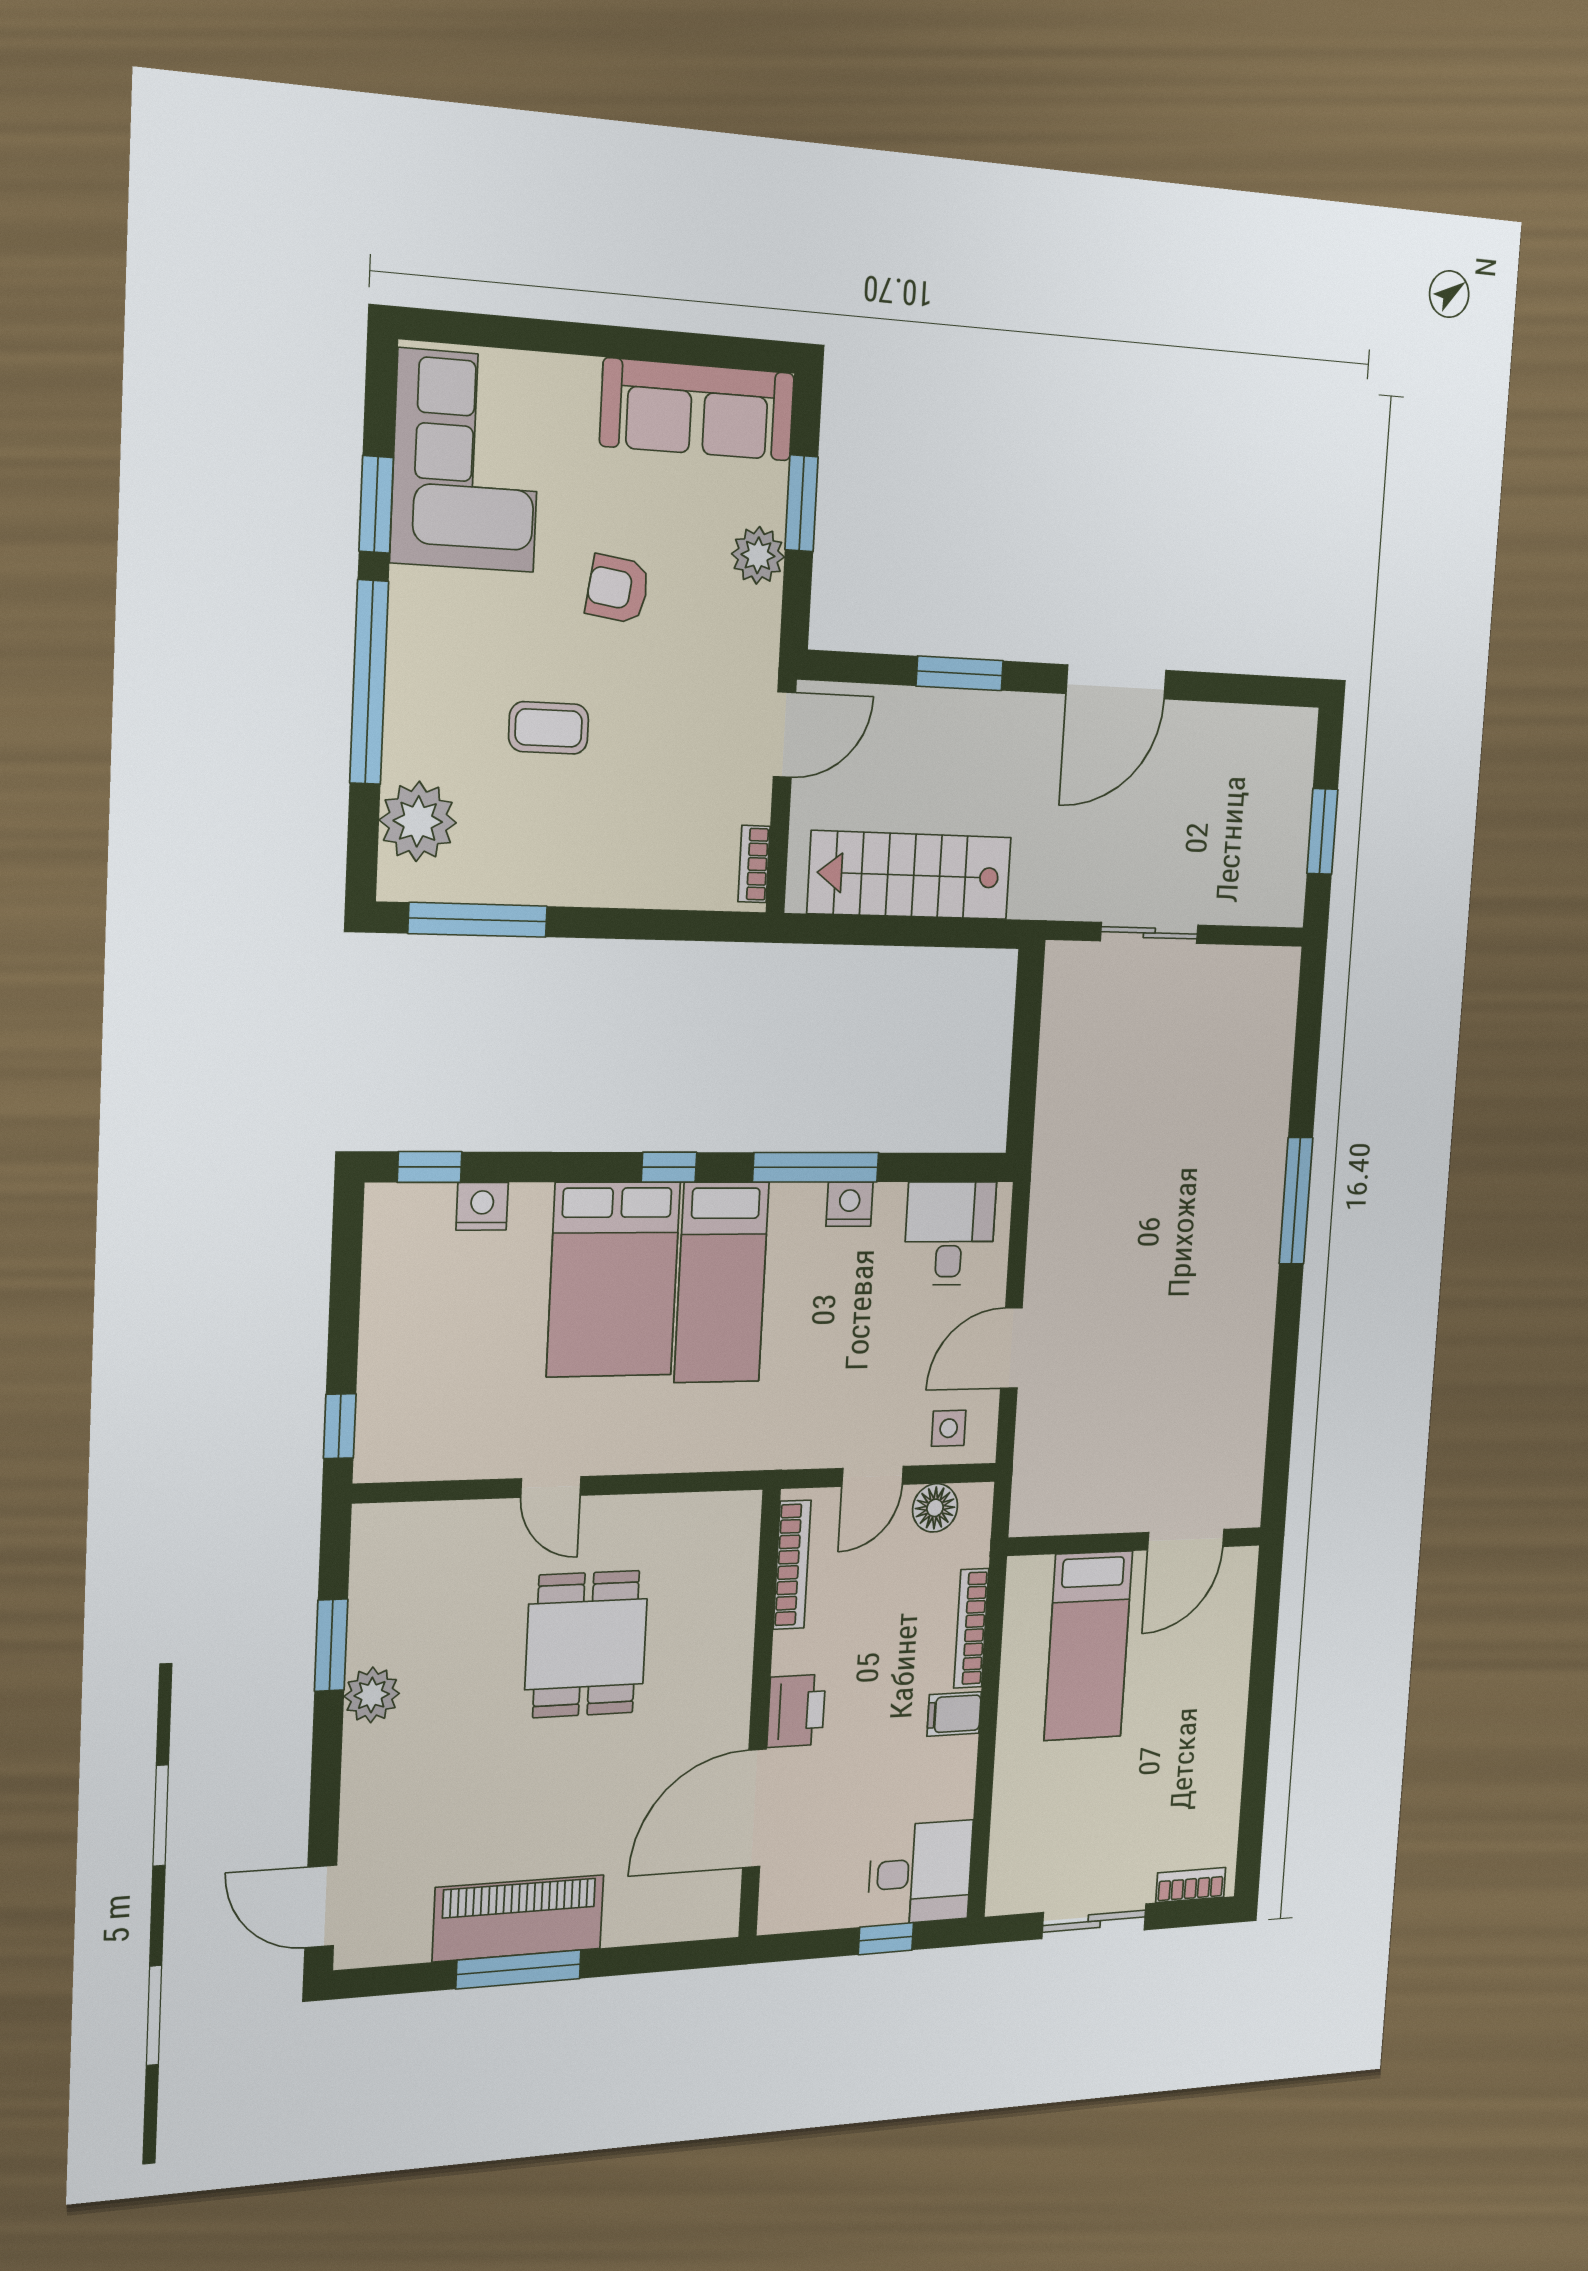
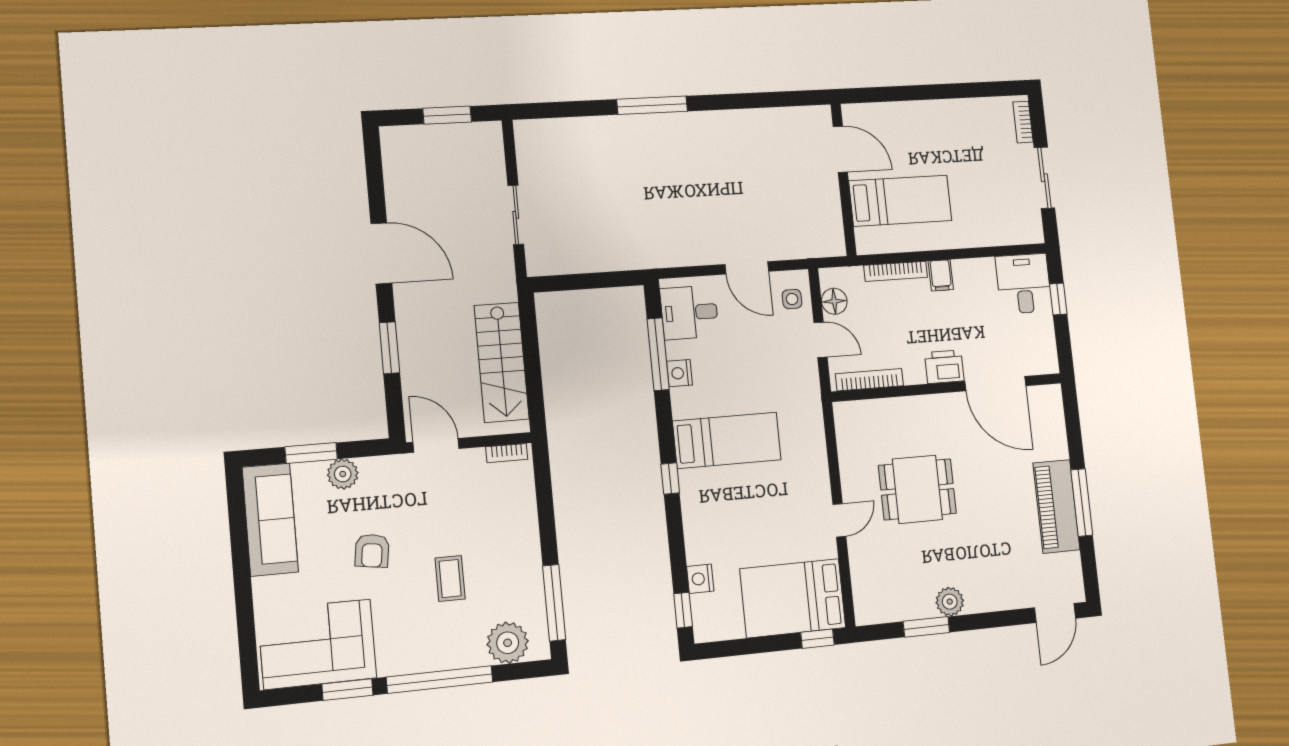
window: (816, 1167) -> (658, 354), moved
bed: (613, 1279) -> (793, 598), moved, turned 180

